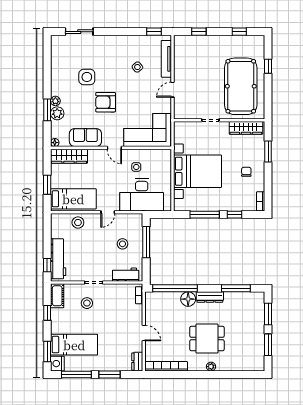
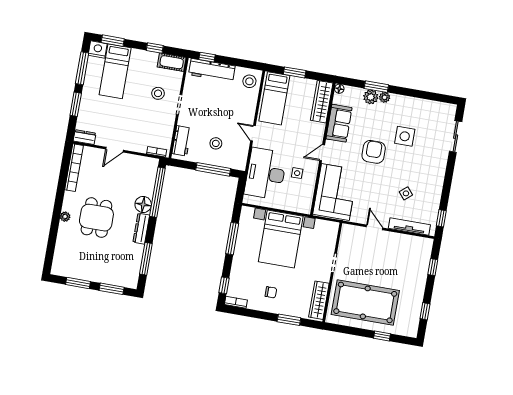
window: (234, 215) -> (224, 285), moved
stool: (78, 223) -> (249, 81), moved

